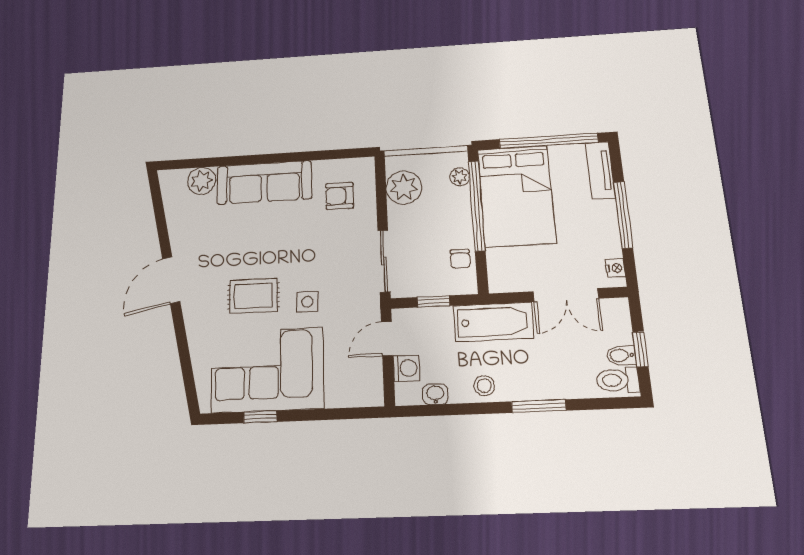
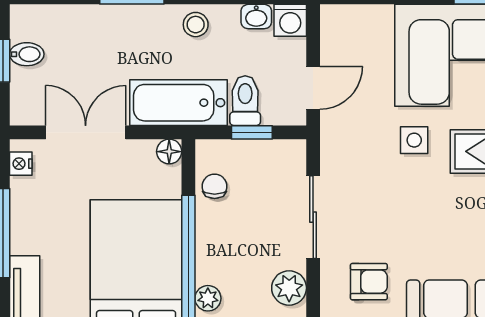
plant: (404, 187) -> (289, 288), width x0.73, depth x0.73
sliding door: (384, 261) -> (313, 217), moved
floor lamp: (498, 283) -> (169, 152), added
washing machine: (406, 368) -> (290, 20), moved, turned -90
toilet: (618, 380) -> (245, 101), moved, turned -90

